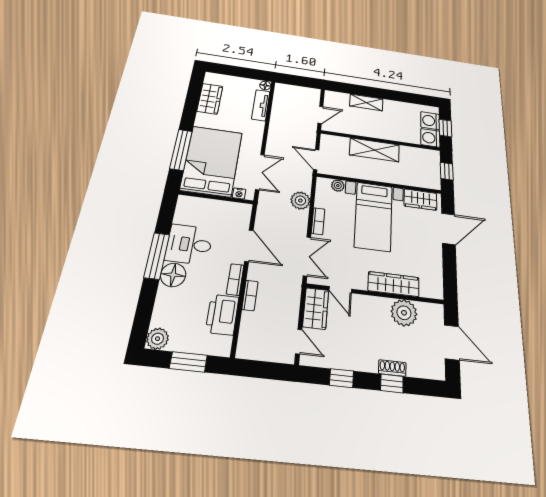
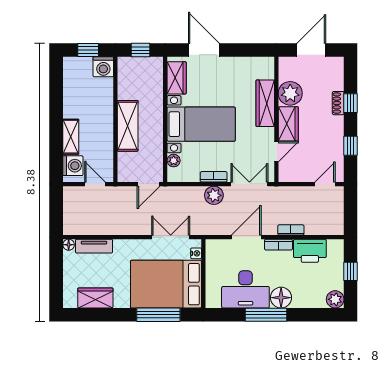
washing machine: (430, 121) -> (73, 166), moved, turned -90
plant: (300, 201) -> (214, 195), moved
desk: (189, 244) -> (245, 289), width x1.37
wardrobe: (316, 308) -> (288, 124), moved, turned 90
window: (188, 362) -> (351, 271), width x0.67

